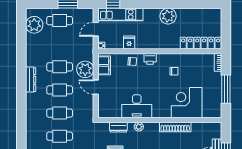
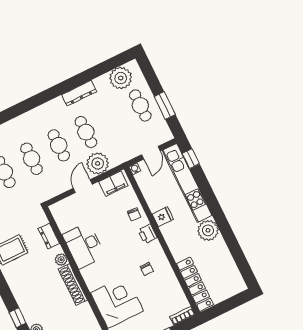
kitchen unit: (120, 14) -> (187, 183), width x1.36
door: (96, 29) -> (151, 153), swing flipped
fridge: (129, 42) -> (163, 216), moved
dresser: (31, 80) -> (79, 93), moved
shoe rack: (175, 127) -> (73, 285), moved

